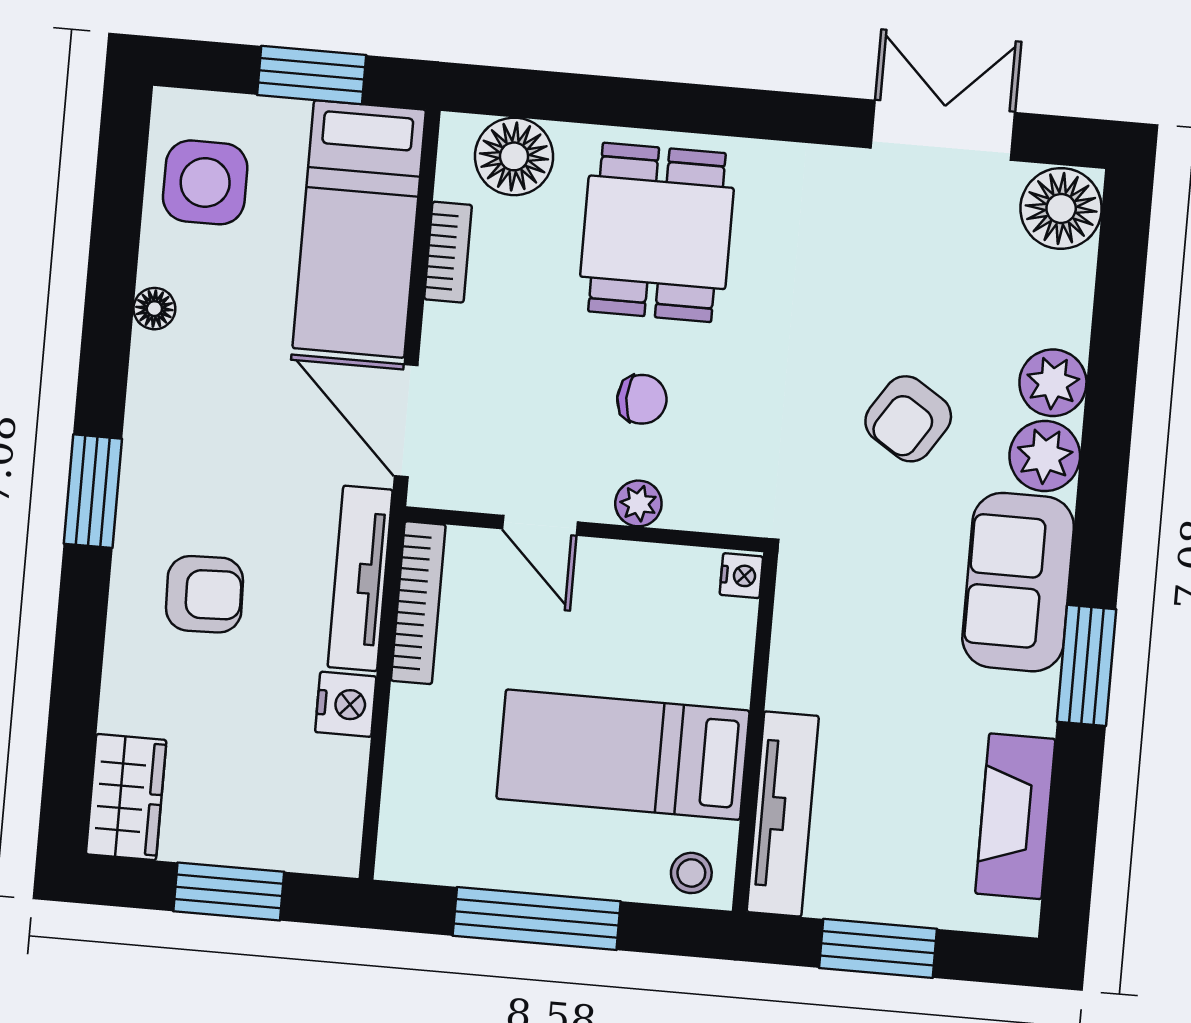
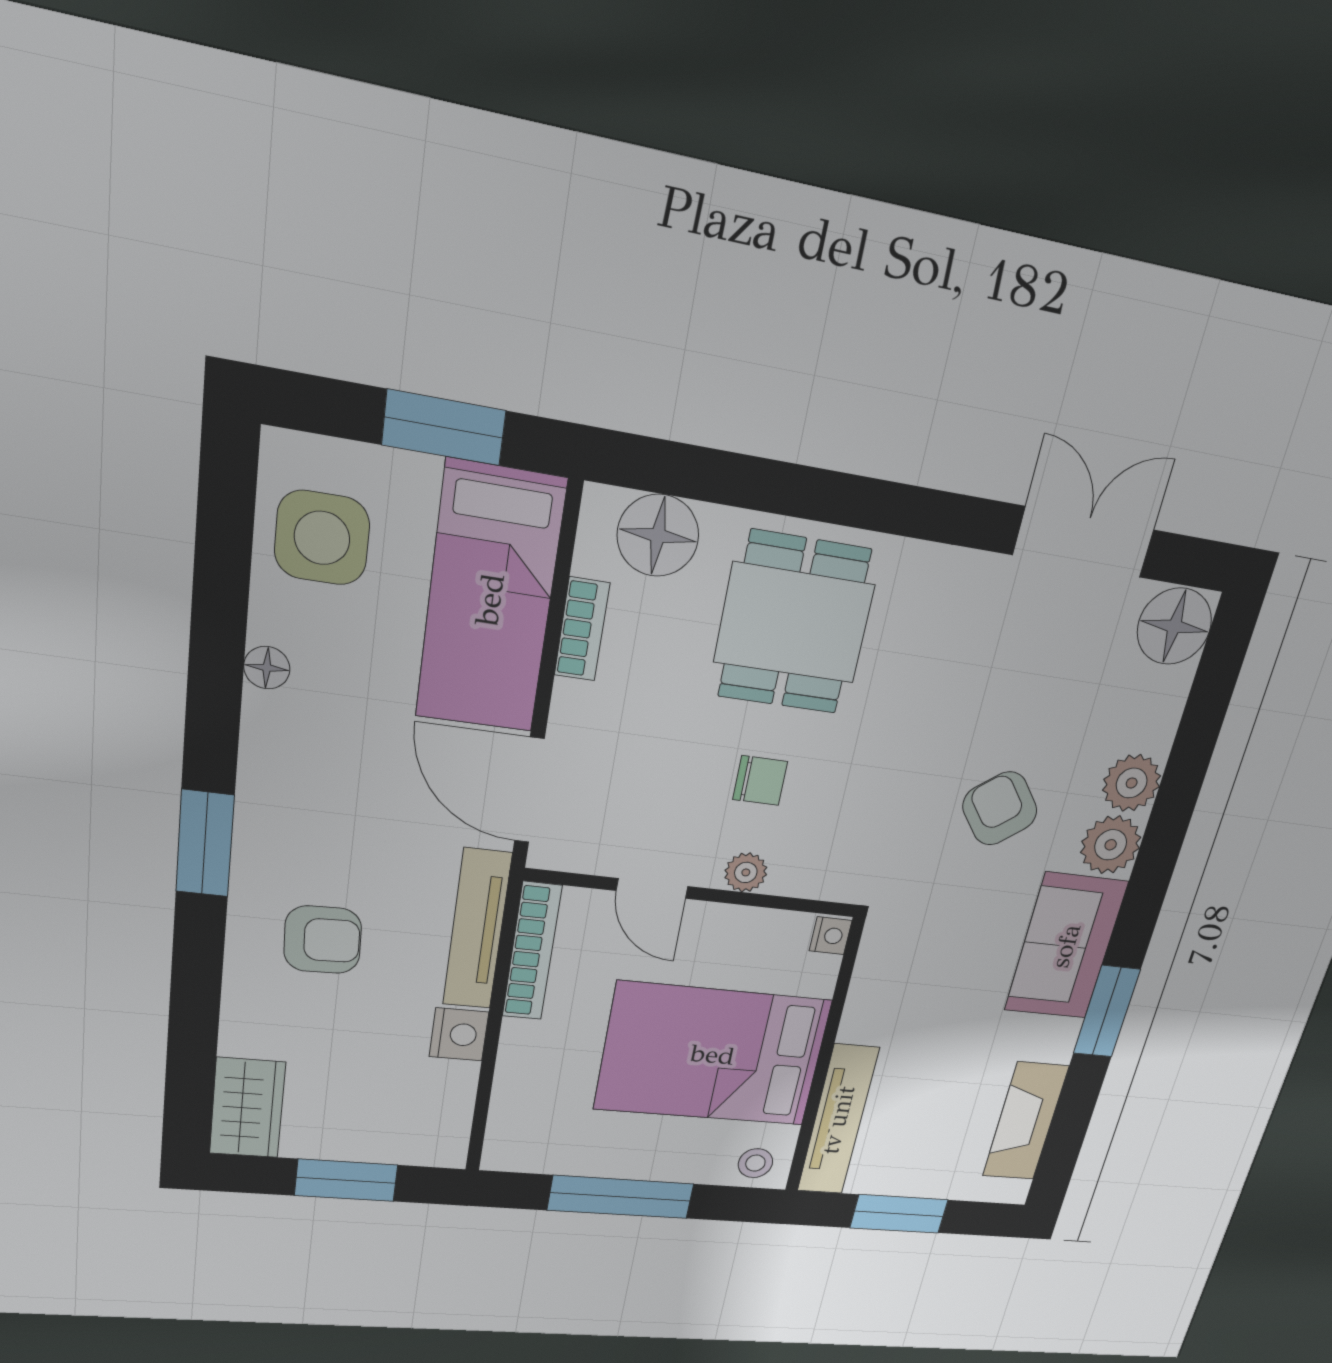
armchair: (908, 419) -> (1000, 808), turned 109
bed: (623, 755) -> (713, 1055), width x1.50

